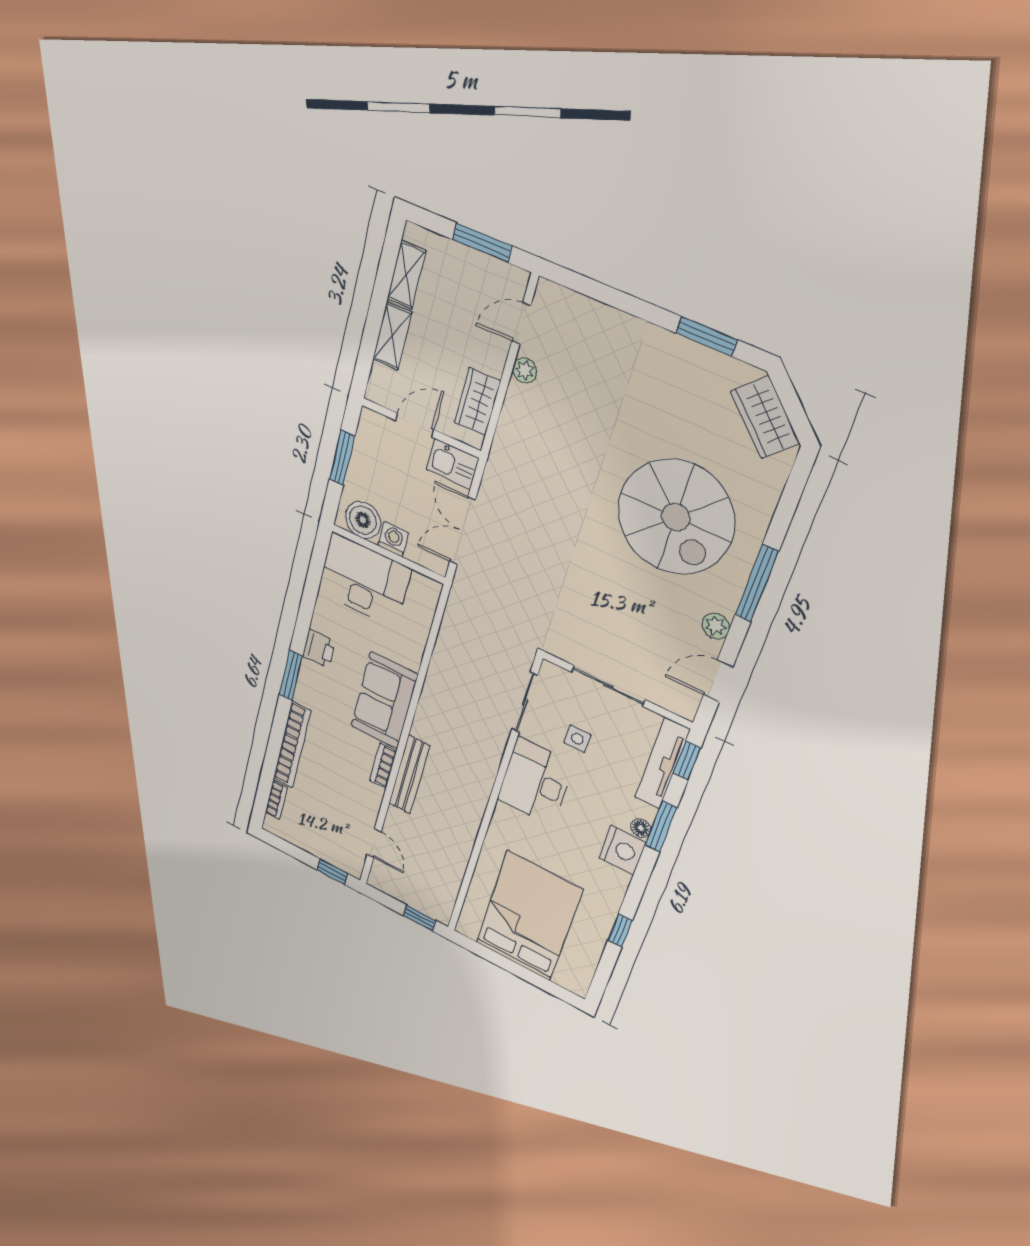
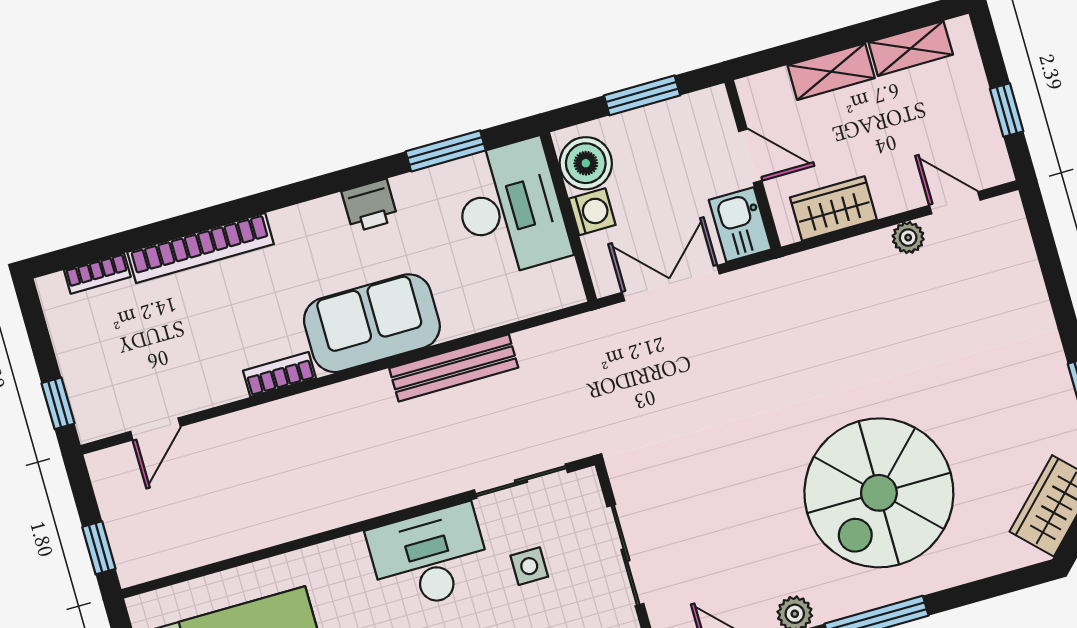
window: (482, 243) -> (1007, 110), width x0.67
window: (291, 675) -> (446, 151), moved
bench: (409, 775) -> (454, 368), moved

